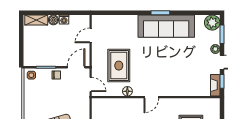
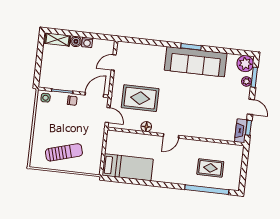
plant: (215, 49) -> (247, 81), moved
rug: (119, 66) -> (140, 98), turned 90

